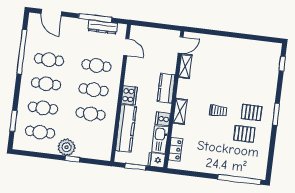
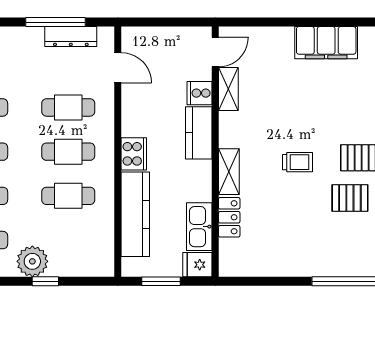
filing cabinet: (242, 47) -> (326, 43), added
cooker: (163, 119) -> (200, 93), moved
locker: (175, 149) -> (229, 217), moved

